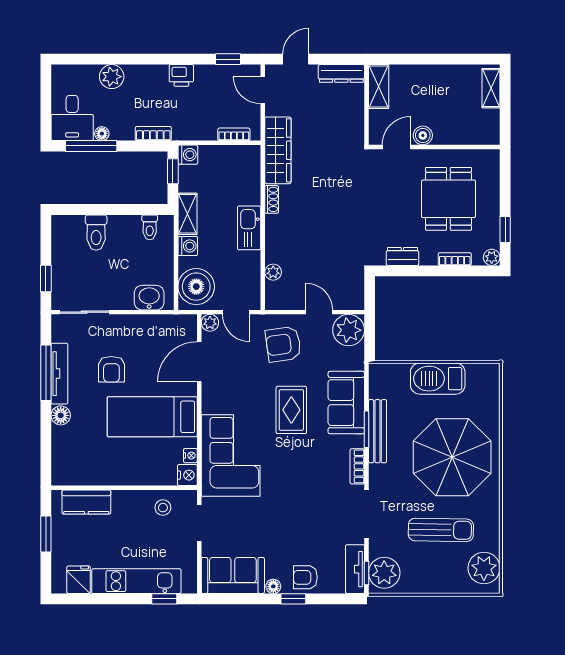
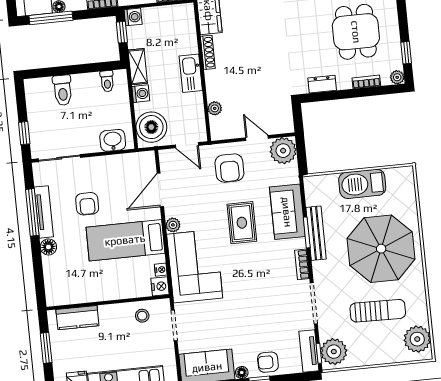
shoe rack: (272, 199) -> (208, 52), width x1.43
plant: (210, 323) -> (173, 225), moved
armchair: (283, 344) -> (229, 168), turned -82

